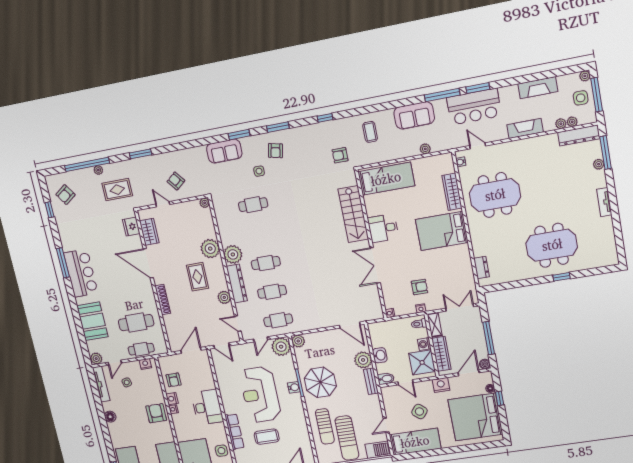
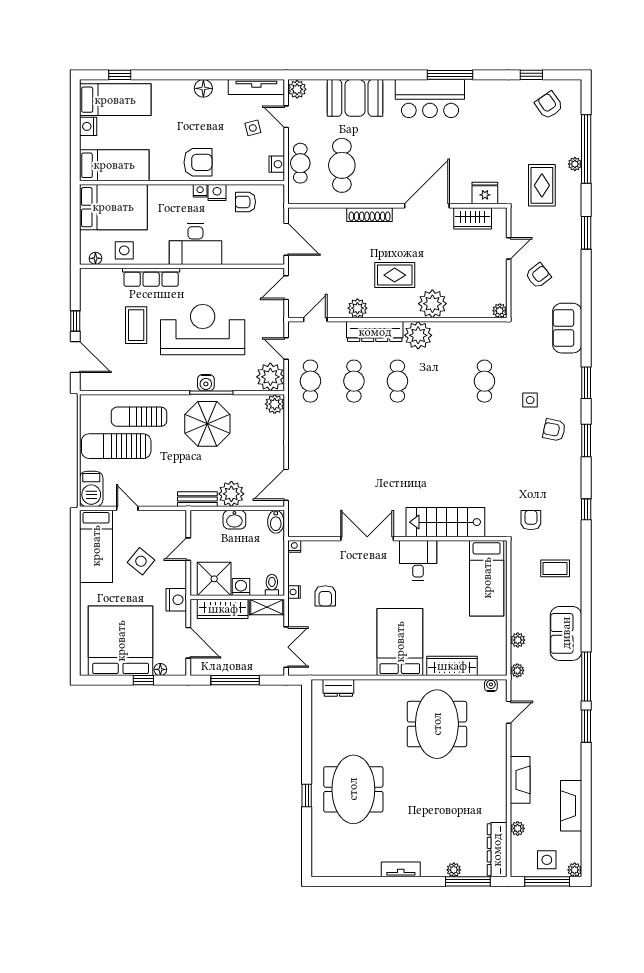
bar counter: (474, 107) -> (562, 717), removed
plant: (572, 122) -> (517, 670), moved
sofa: (224, 151) -> (567, 328), moved
boiler: (485, 364) -> (198, 668), removed
bidet: (386, 379) -> (276, 522), moved

